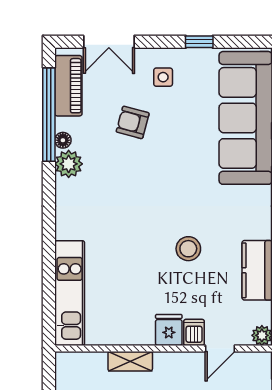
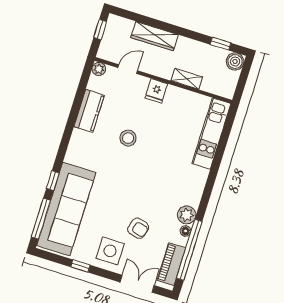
side table: (163, 77) -> (110, 251), width x1.87, depth x1.87
dishwasher: (194, 332) -> (141, 84), removed

